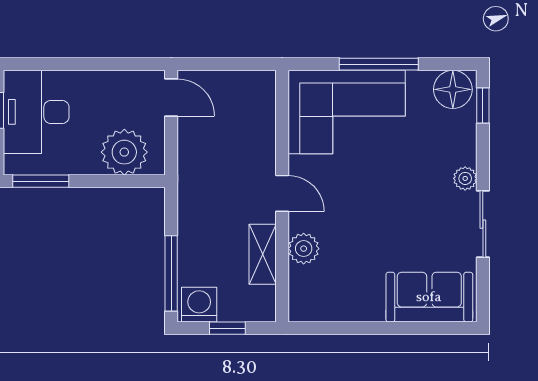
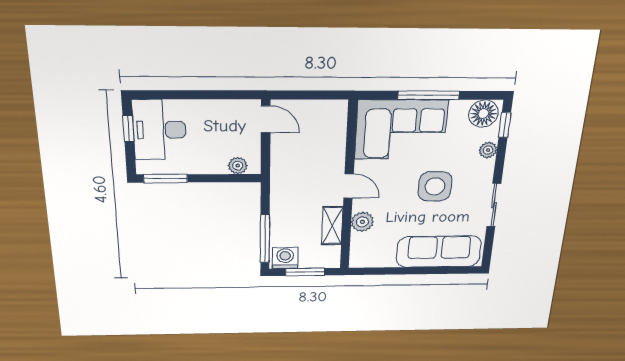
plant: (124, 152) -> (238, 166), width x0.53, depth x0.53
plant: (465, 178) -> (488, 150), moved
side table: (399, 195) -> (435, 186), added
sofa: (429, 297) -> (439, 252), width x1.36
window: (227, 328) -> (305, 272), width x1.50

